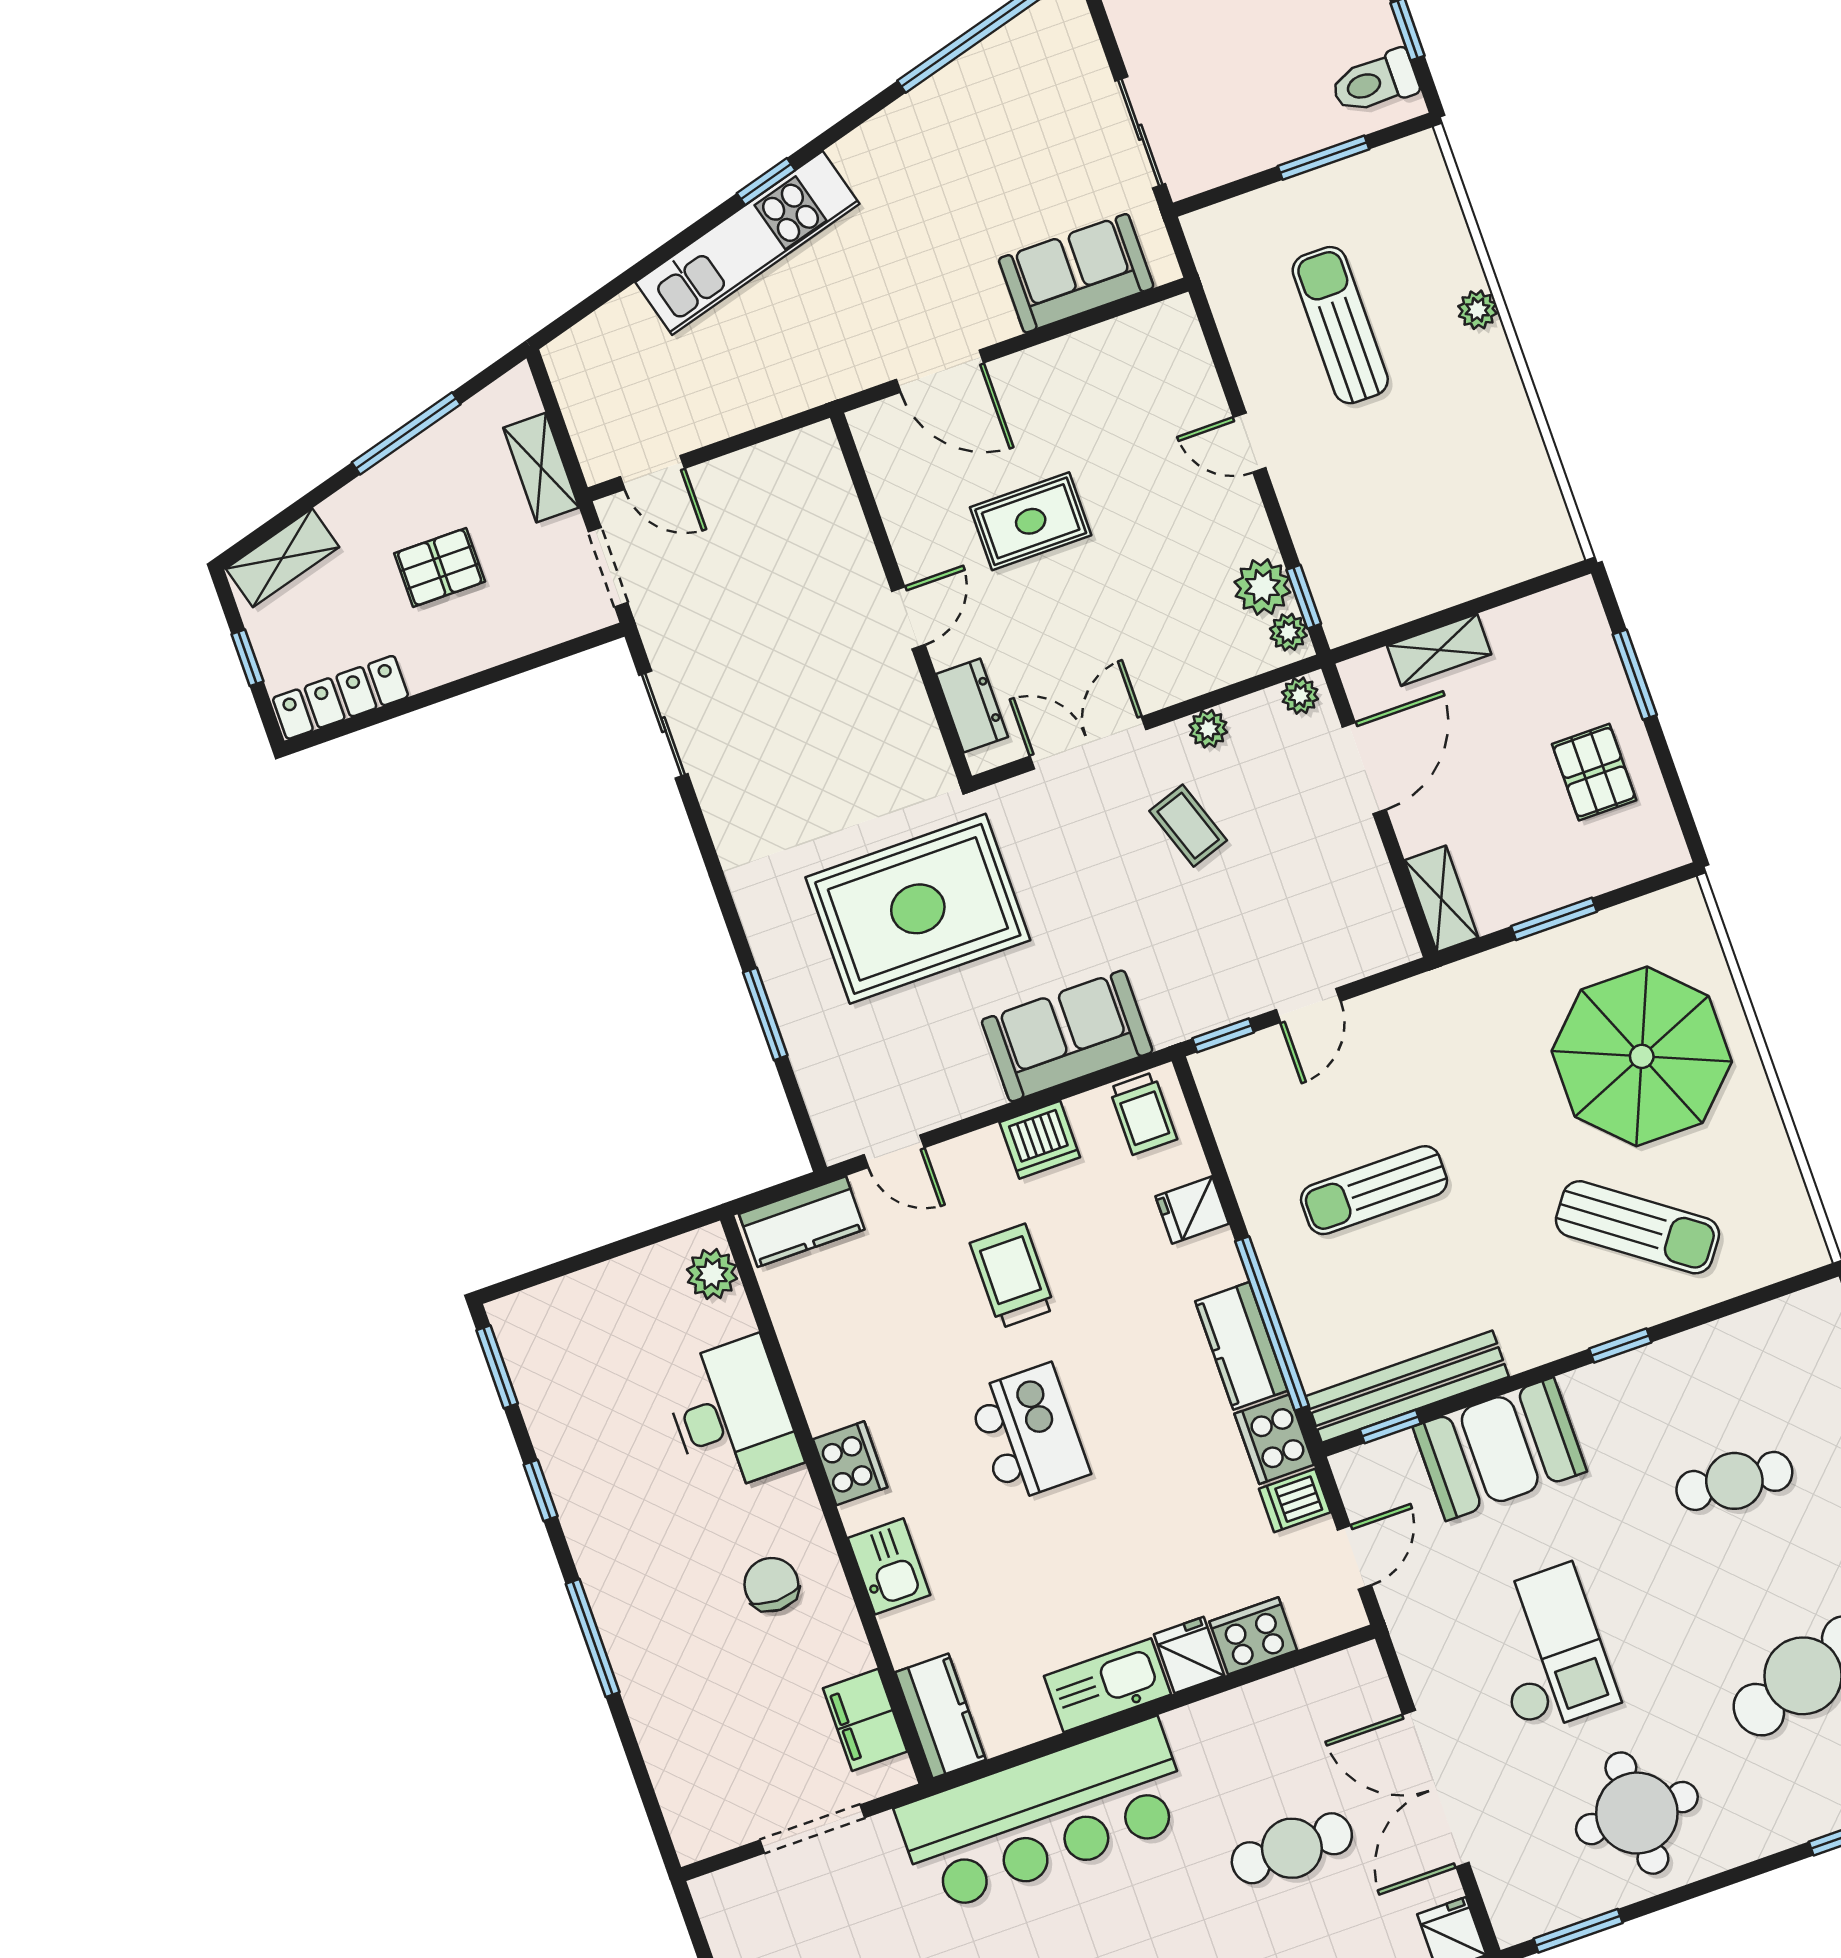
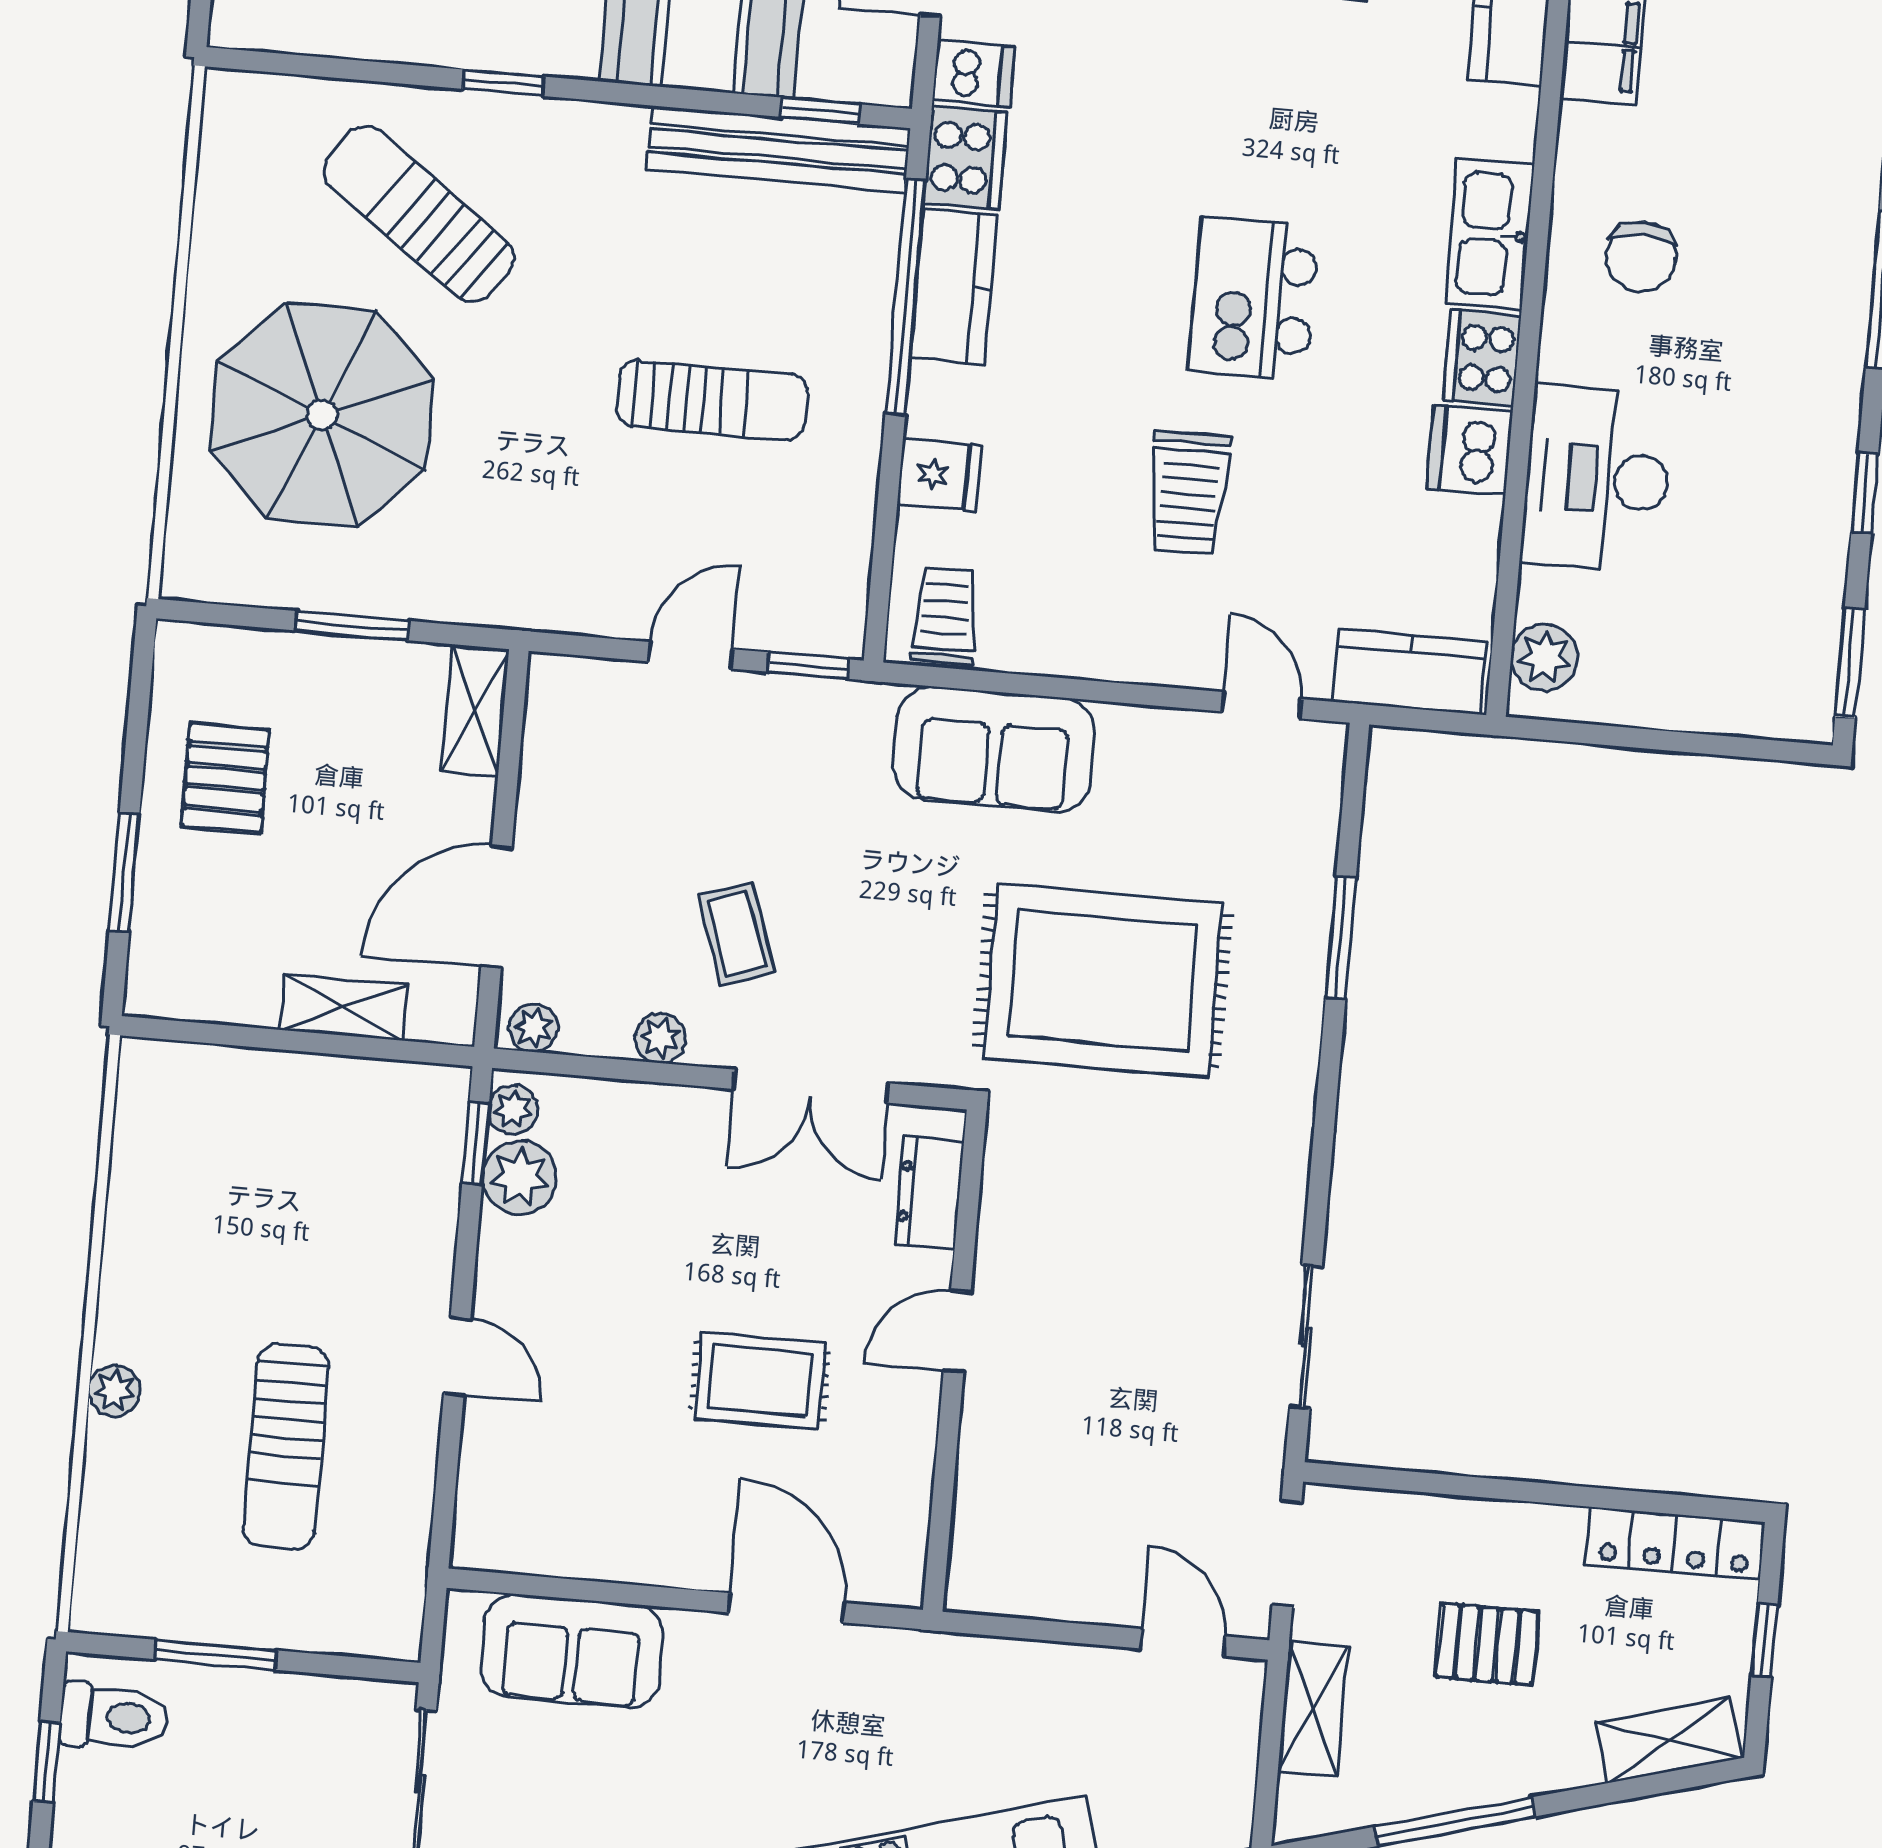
dishwasher: (1040, 1140) -> (1470, 450), moved, turned -90
kitchen sink: (889, 1566) -> (1490, 234), width x1.38

